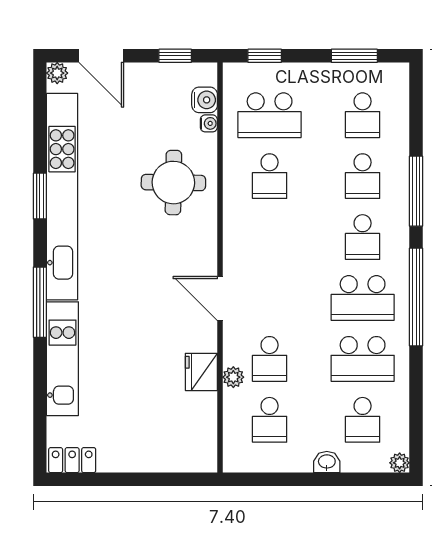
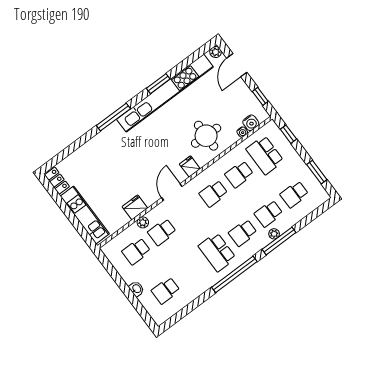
fridge: (202, 242) -> (190, 166), added
kitchen unit: (62, 359) -> (85, 215), moved, turned -90
school desk: (363, 359) -> (213, 194), moved, width x0.54
plant: (400, 463) -> (274, 234), moved

